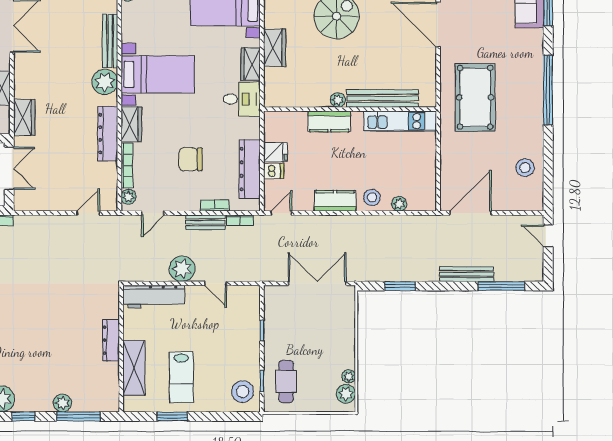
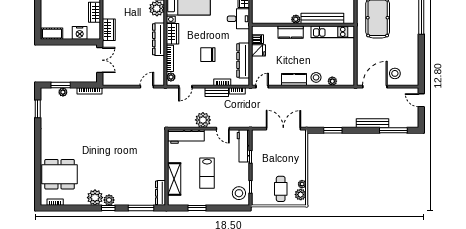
stool: (525, 168) -> (395, 73), moved
dishwasher: (274, 171) -> (257, 39), moved
workbench: (250, 312) -> (243, 146), added
dresser: (111, 340) -> (161, 193), moved
lab bench: (181, 377) -> (207, 173), moved
cafe table: (286, 382) -> (281, 189), moved
plant: (62, 403) -> (109, 200), moved

